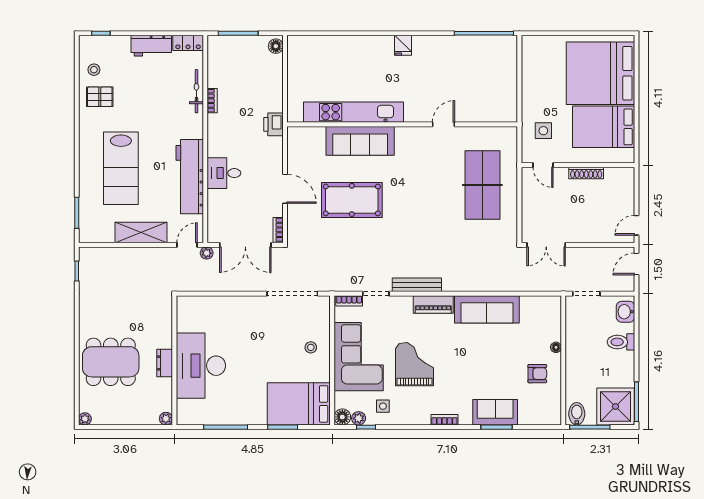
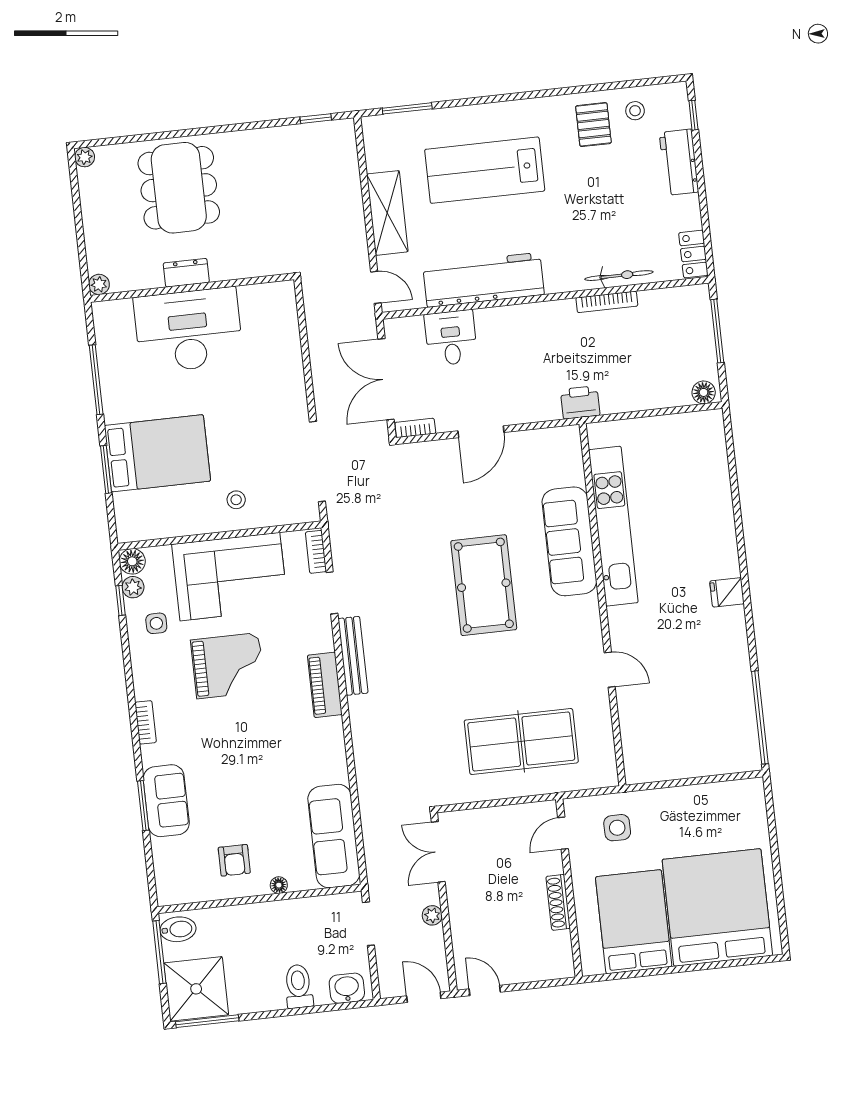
workbench: (151, 46) -> (679, 162), moved
bookcase: (212, 101) -> (607, 302), width x1.56
desk: (224, 173) -> (451, 338), moved
pool table: (352, 200) -> (484, 585), moved
plant: (207, 253) -> (432, 915), moved
sofa: (487, 309) -> (334, 836), moved
bed: (299, 404) -> (157, 453), moved, turned 90

